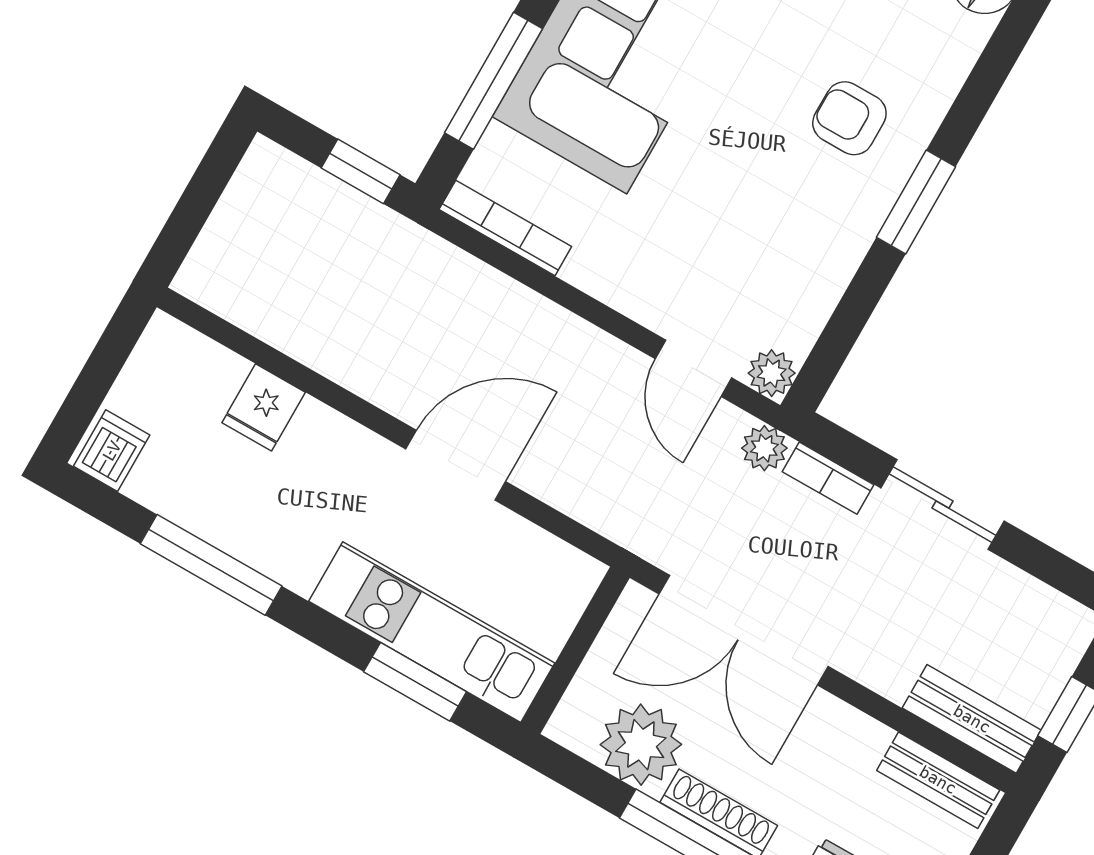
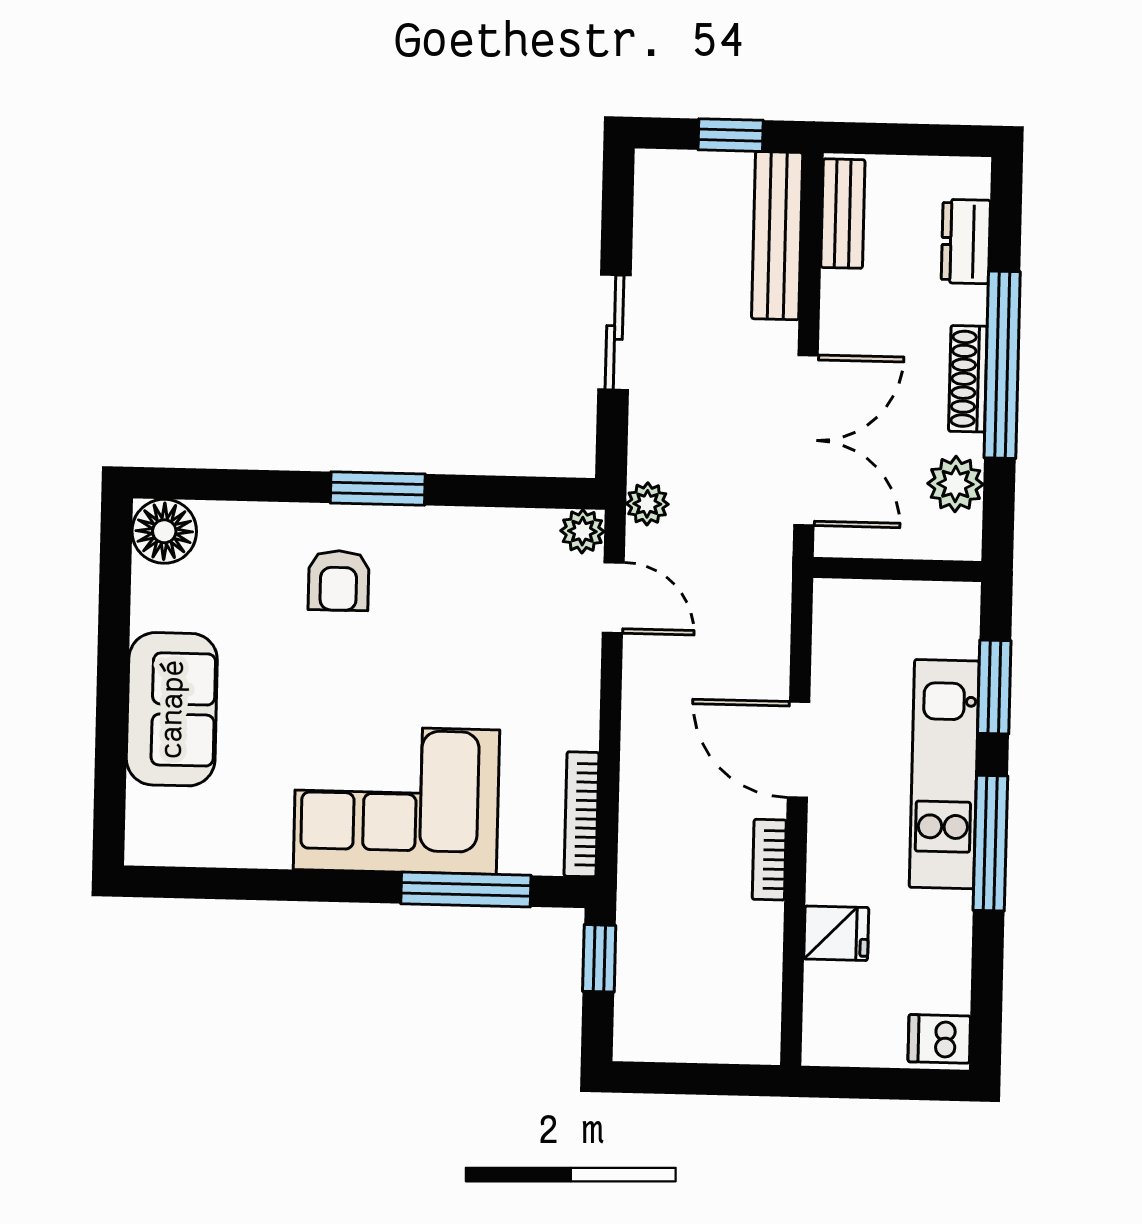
door: (693, 368) -> (613, 598), hinge flipped
bookcase: (828, 478) -> (769, 860), moved, turned 180
window: (211, 565) -> (990, 843), moved
kitchen unit: (432, 632) -> (944, 774), moved
bench: (972, 719) -> (777, 236), width x1.36
plant: (641, 745) -> (956, 484), width x0.73, depth x0.73

